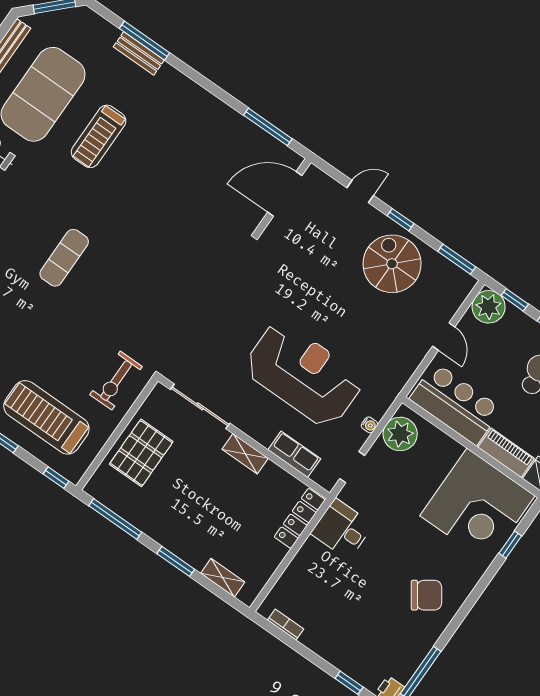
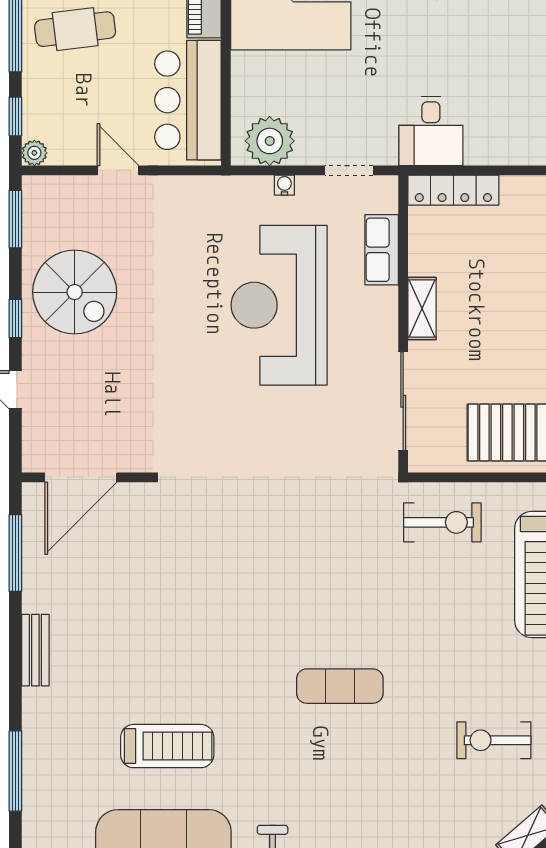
bench: (139, 53) -> (35, 650), moved
door: (285, 194) -> (81, 477), hinge flipped
spiral stairs: (392, 264) -> (75, 292), turned -90
plant: (489, 307) -> (34, 153), width x0.53, depth x0.53
door: (444, 337) -> (118, 170), hinge flipped

